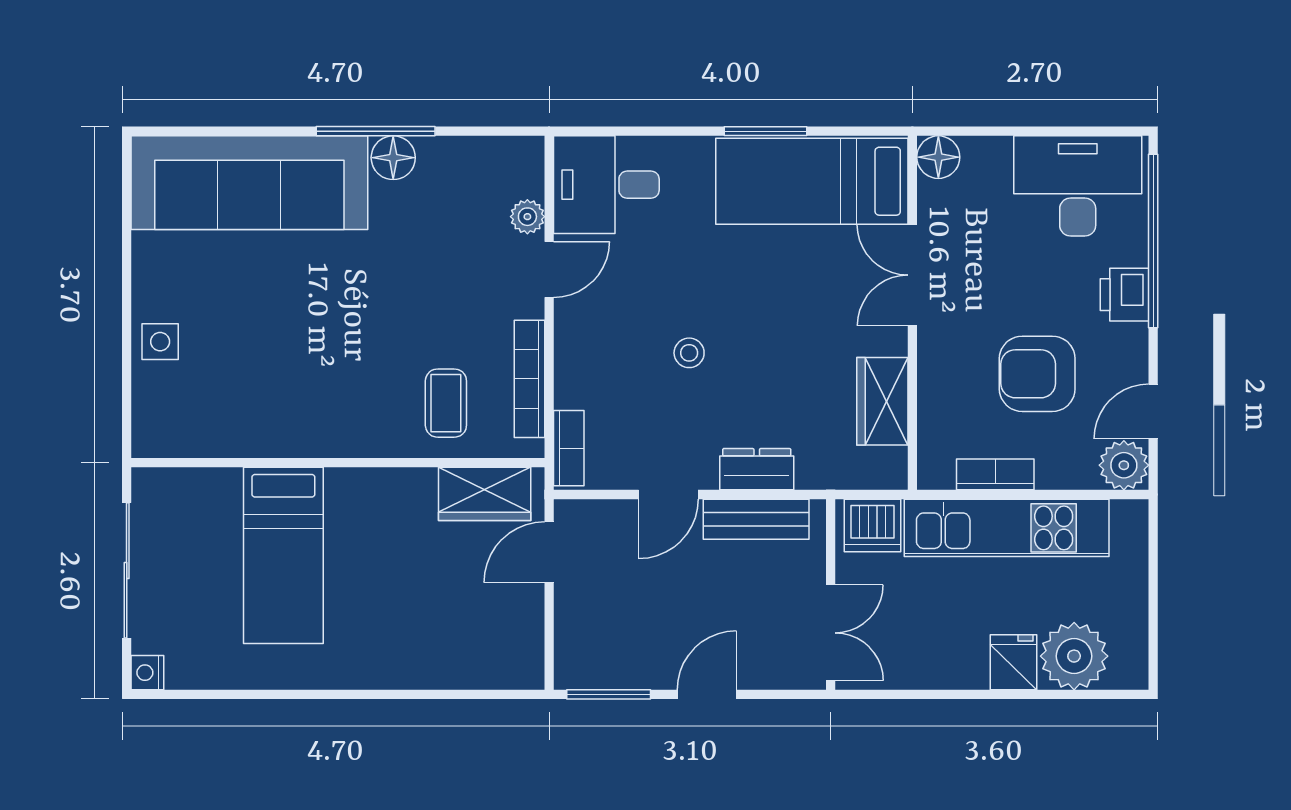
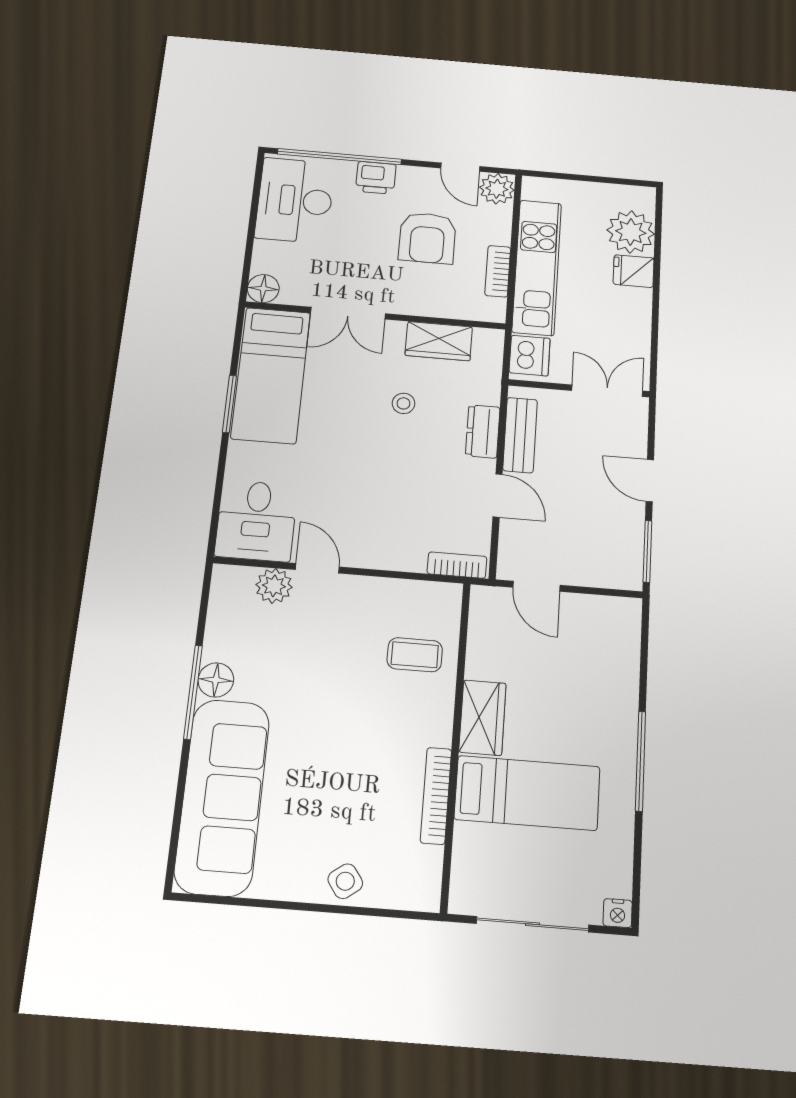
plant: (527, 217) -> (274, 586), width x1.38, depth x1.38
side table: (160, 342) -> (345, 881), turned -36
stool: (689, 353) -> (404, 403), moved
bookcase: (529, 379) -> (436, 796), moved, turned 90
wardrobe: (485, 494) -> (482, 718), moved
window: (334, 694) -> (641, 761), added

